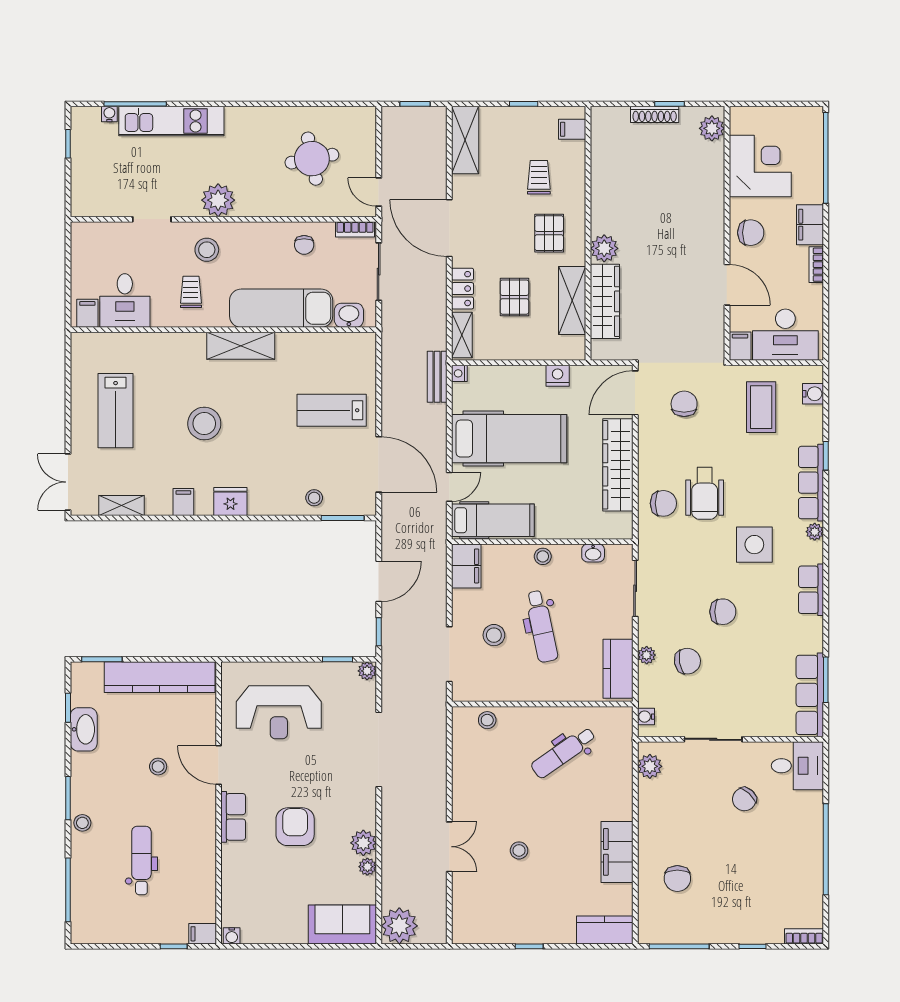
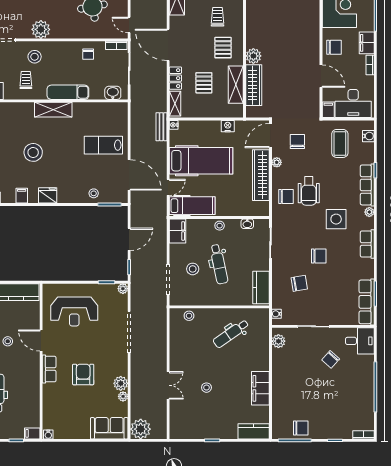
exam couch: (281, 308) -> (68, 92), width x0.73, depth x0.69
plant: (647, 655) -> (277, 162), moved
chair: (677, 879) -> (301, 428), moved, turned -90

